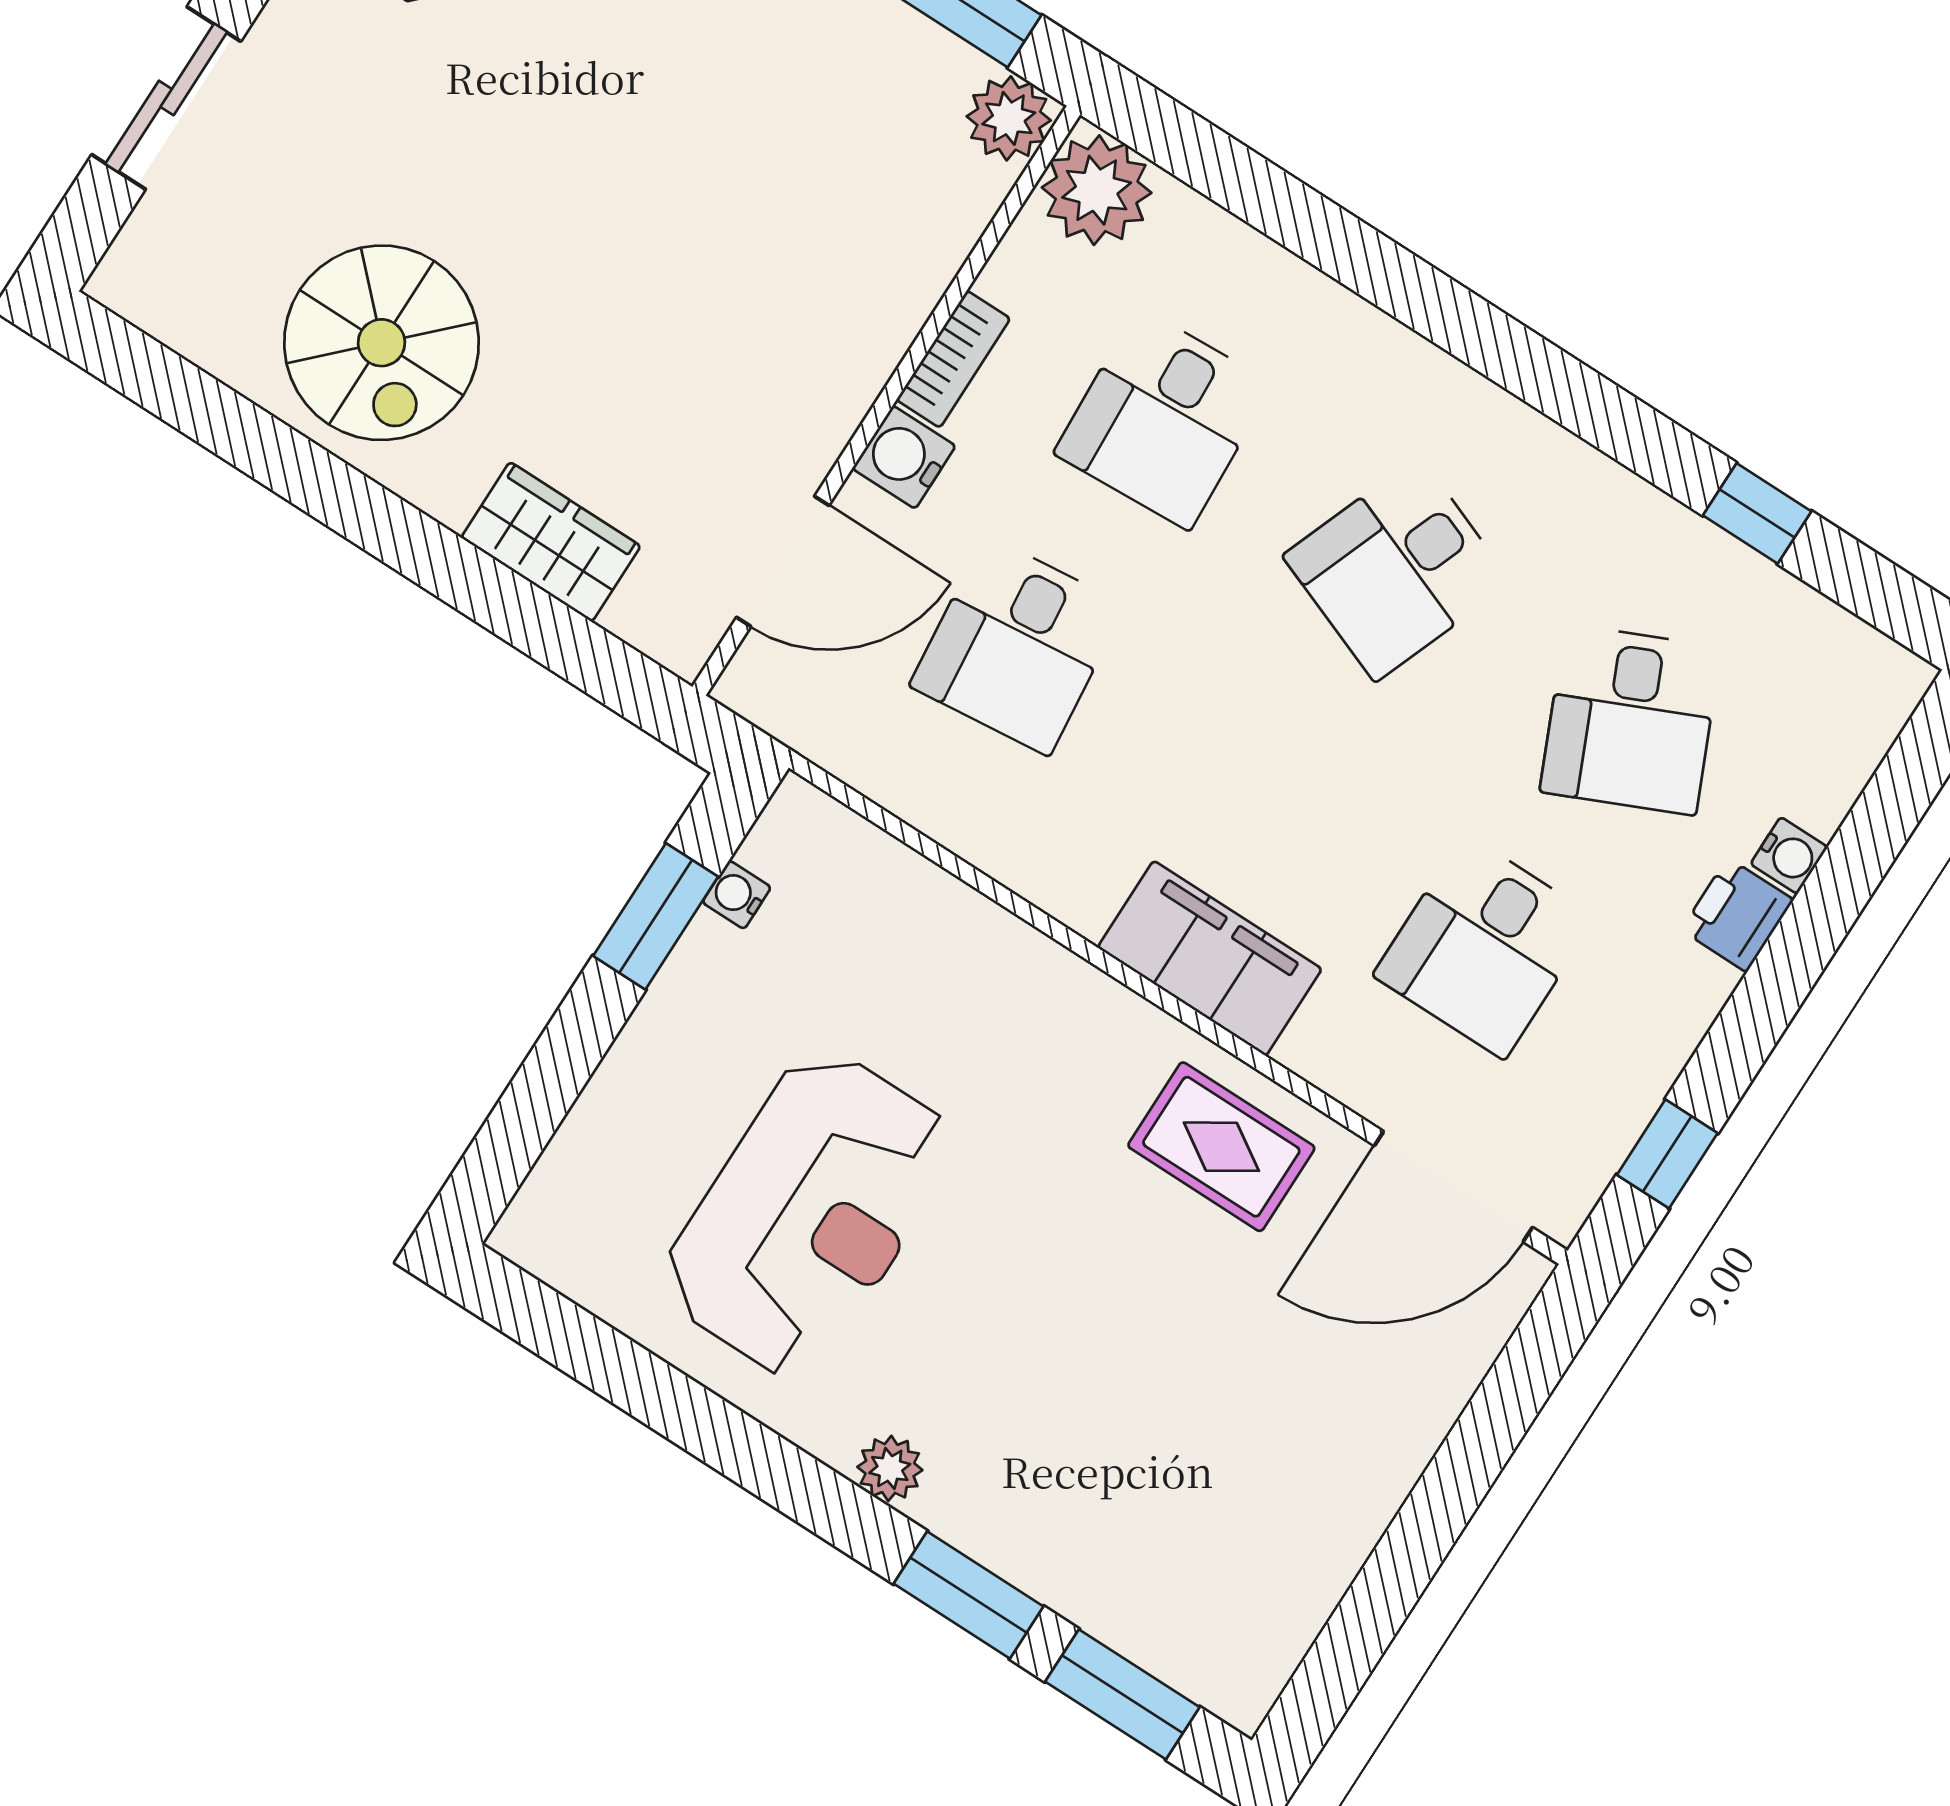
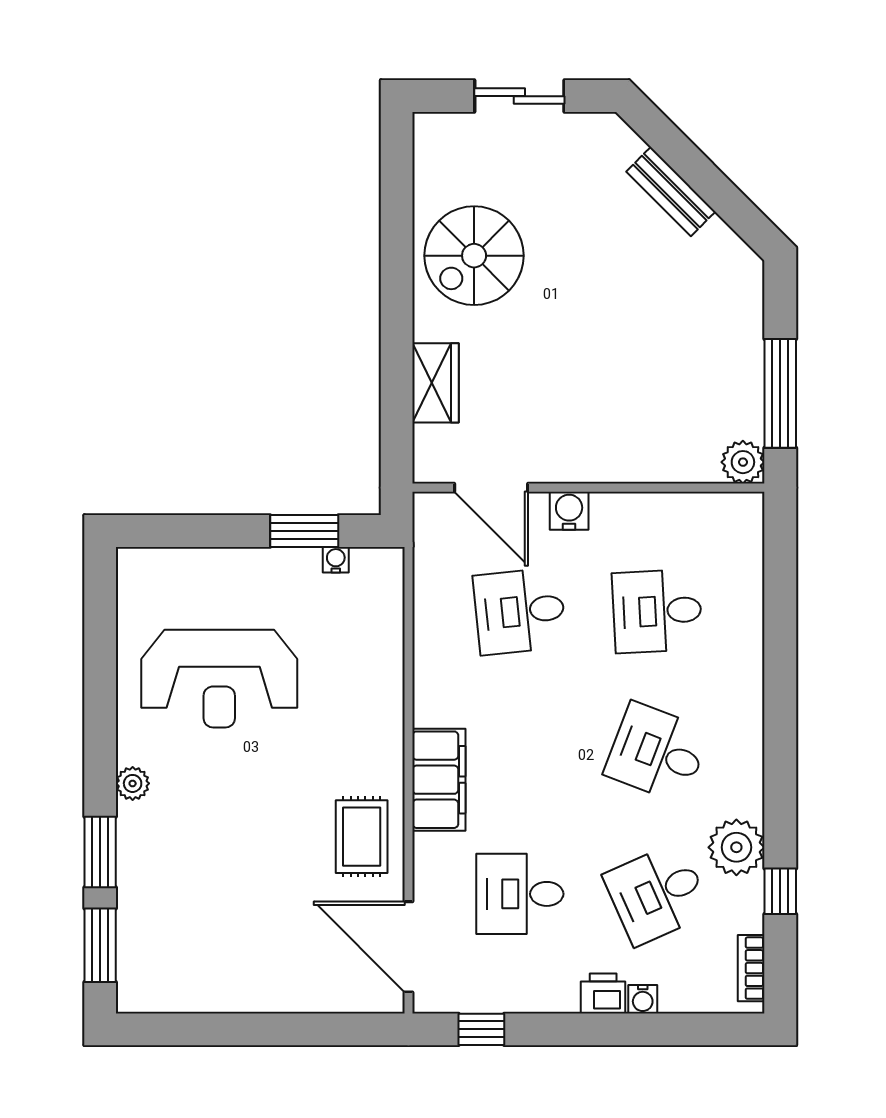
plant: (1097, 190) -> (736, 847), moved
bookcase: (953, 359) -> (751, 968), moved, turned 90

